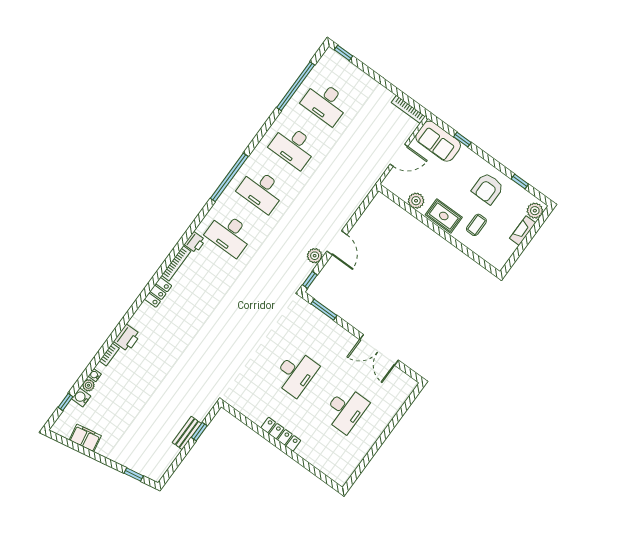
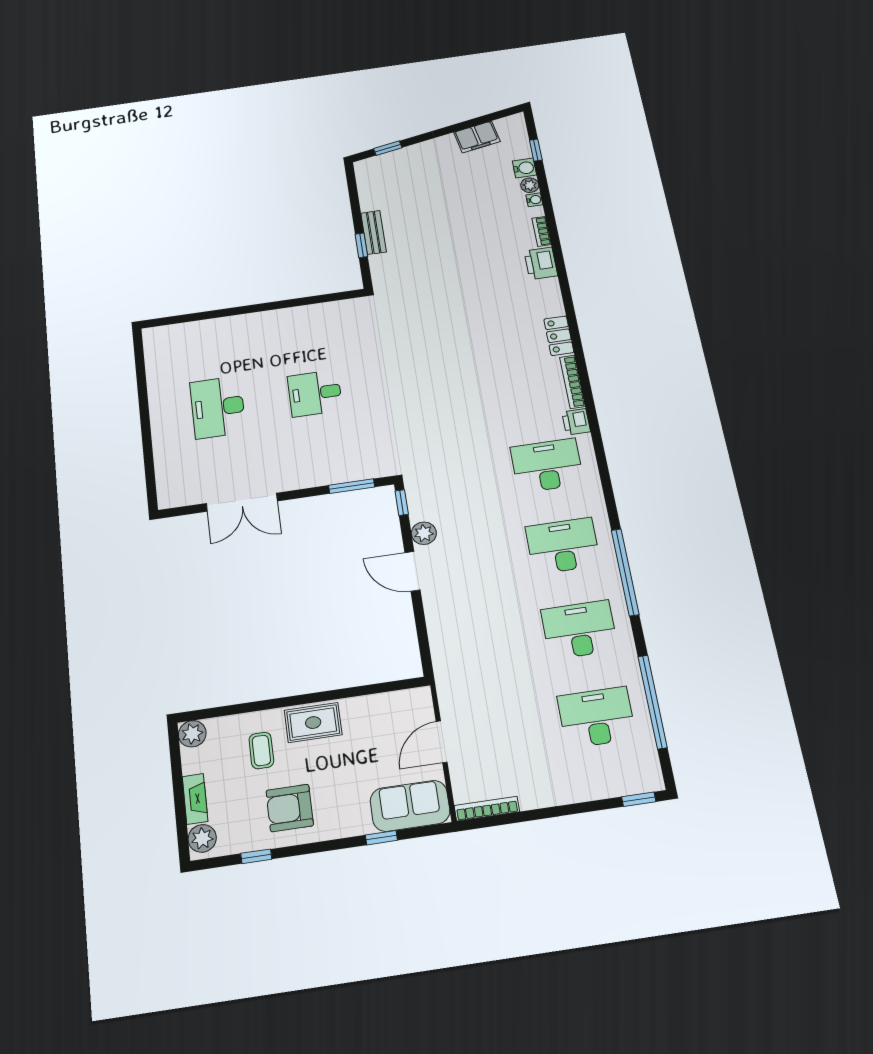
window: (229, 177) -> (625, 572), moved
armchair: (488, 189) -> (290, 808), turned -90
plant: (416, 201) -> (192, 734), moved
double door: (379, 350) -> (242, 502), swing flipped
desk: (296, 373) -> (315, 393), width x0.73
locker: (281, 434) -> (267, 320), removed

